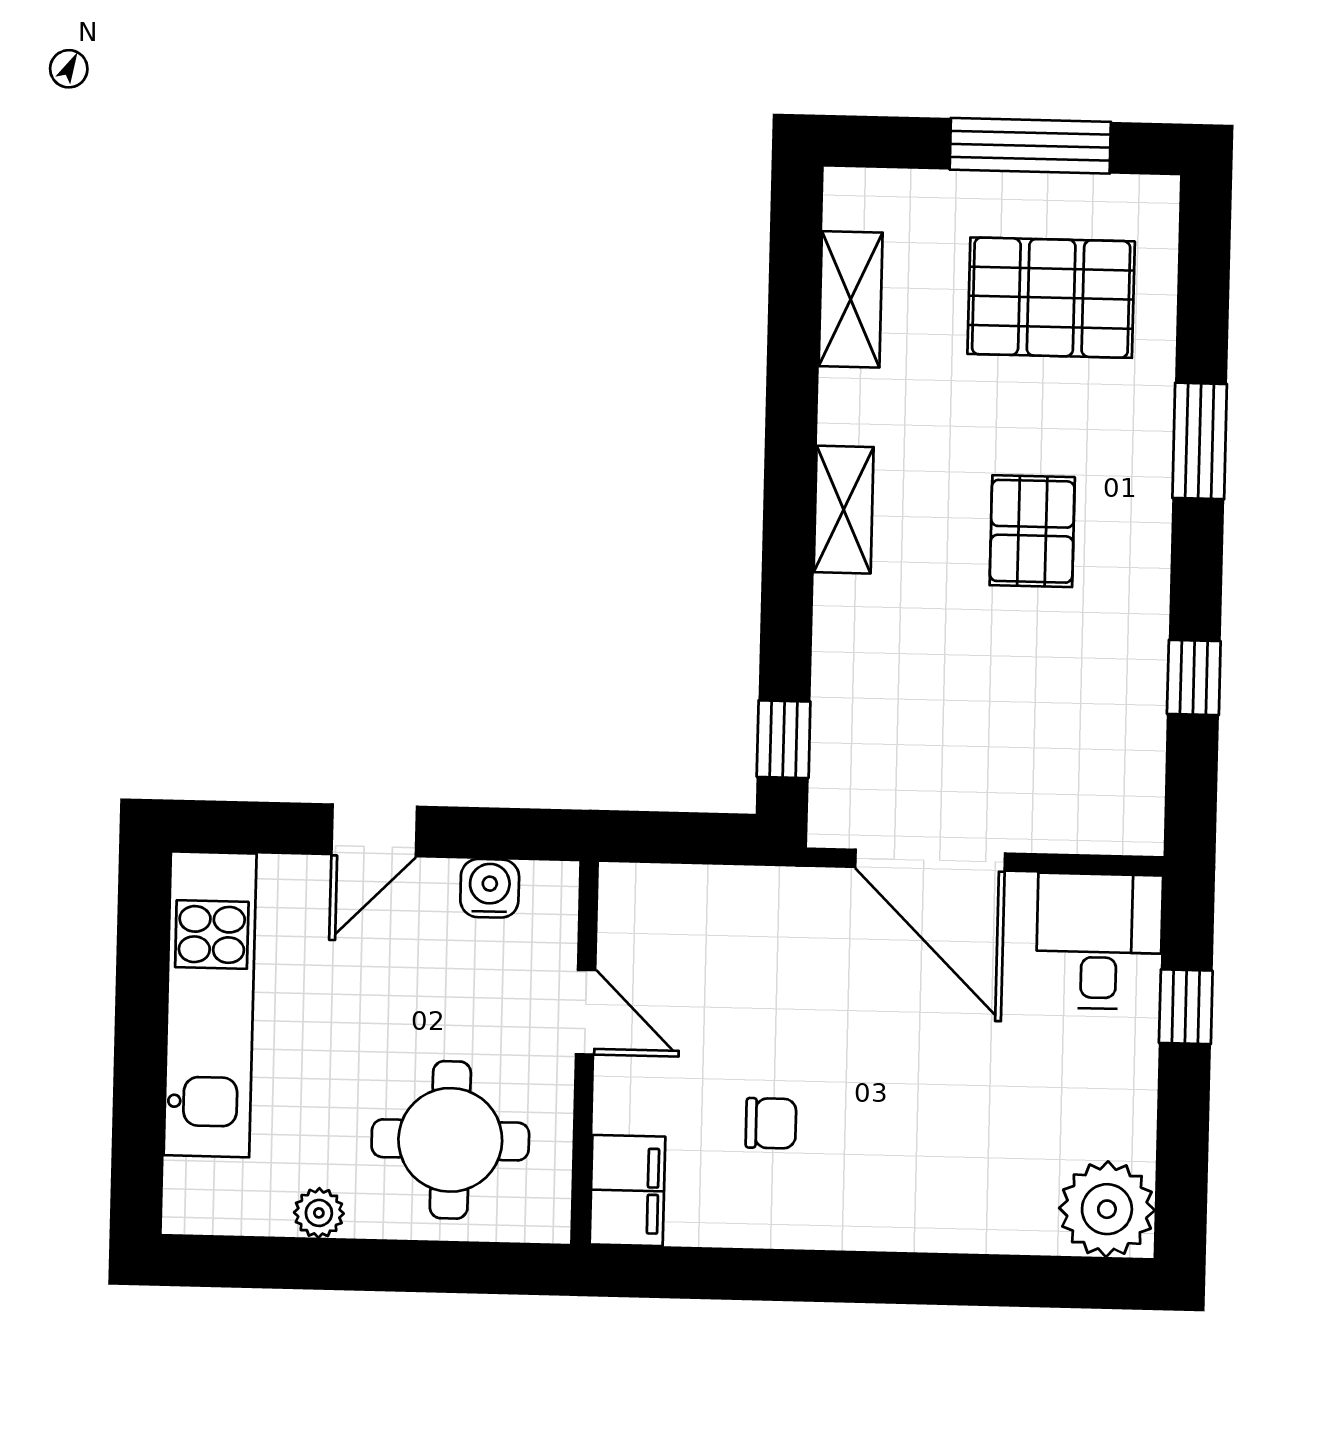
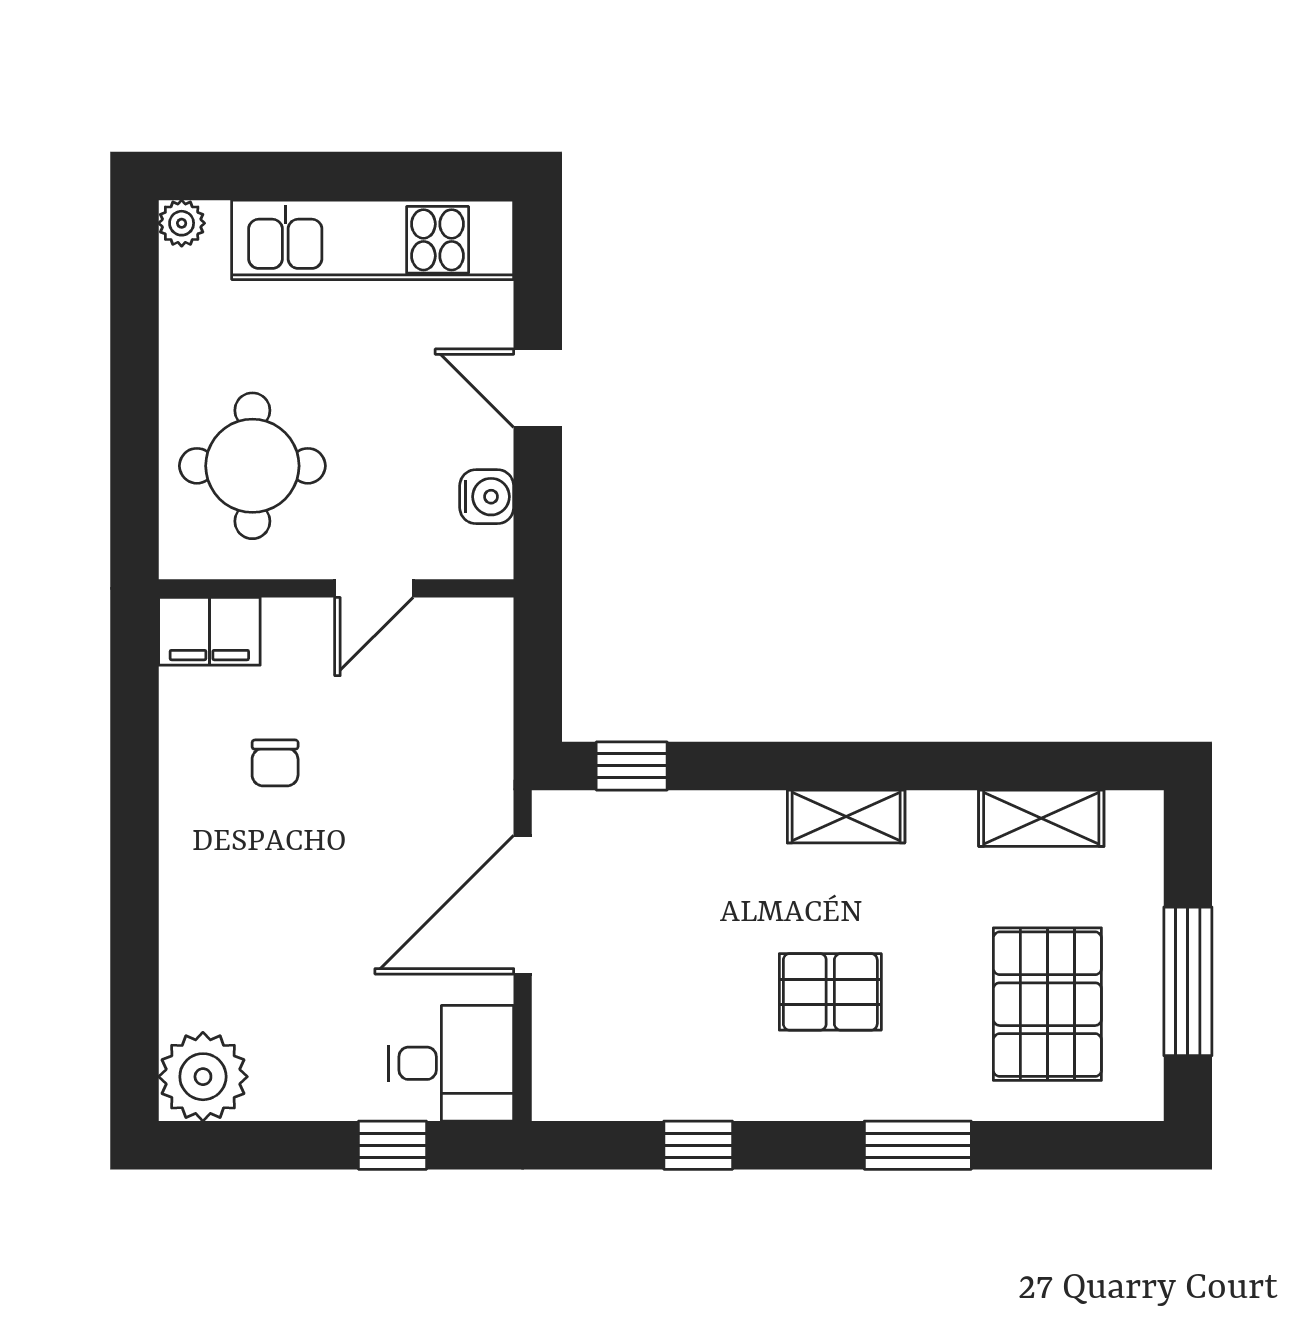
plant: (319, 1213) -> (182, 223), moved

